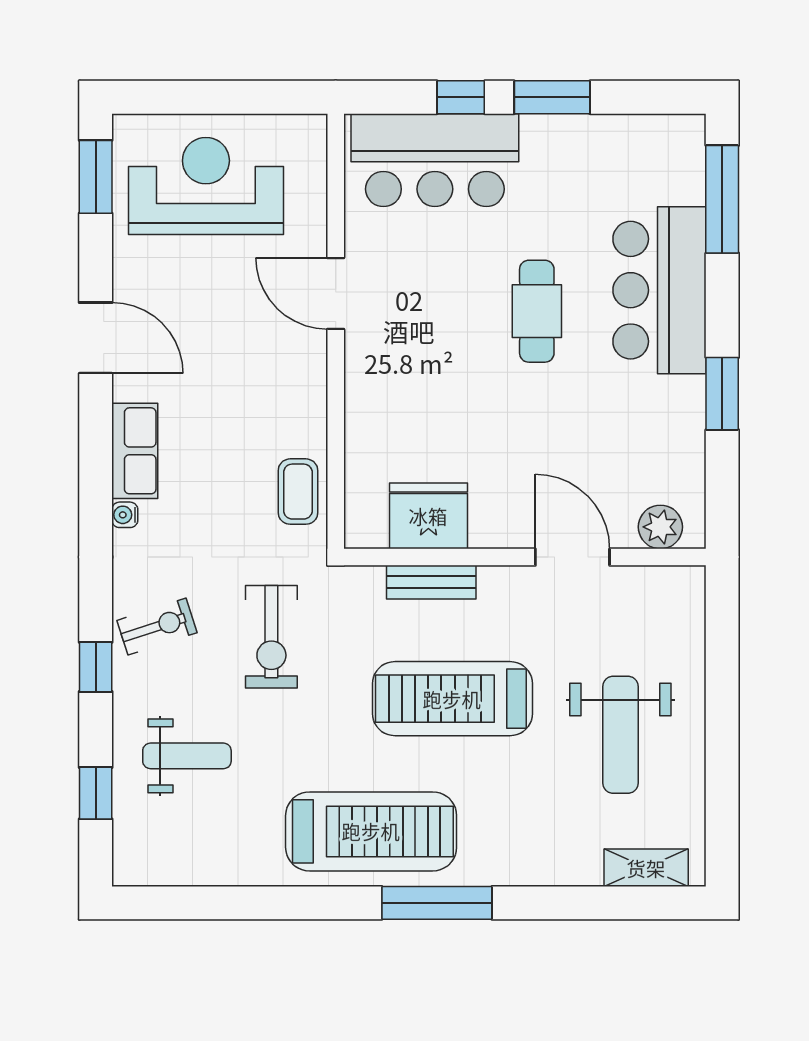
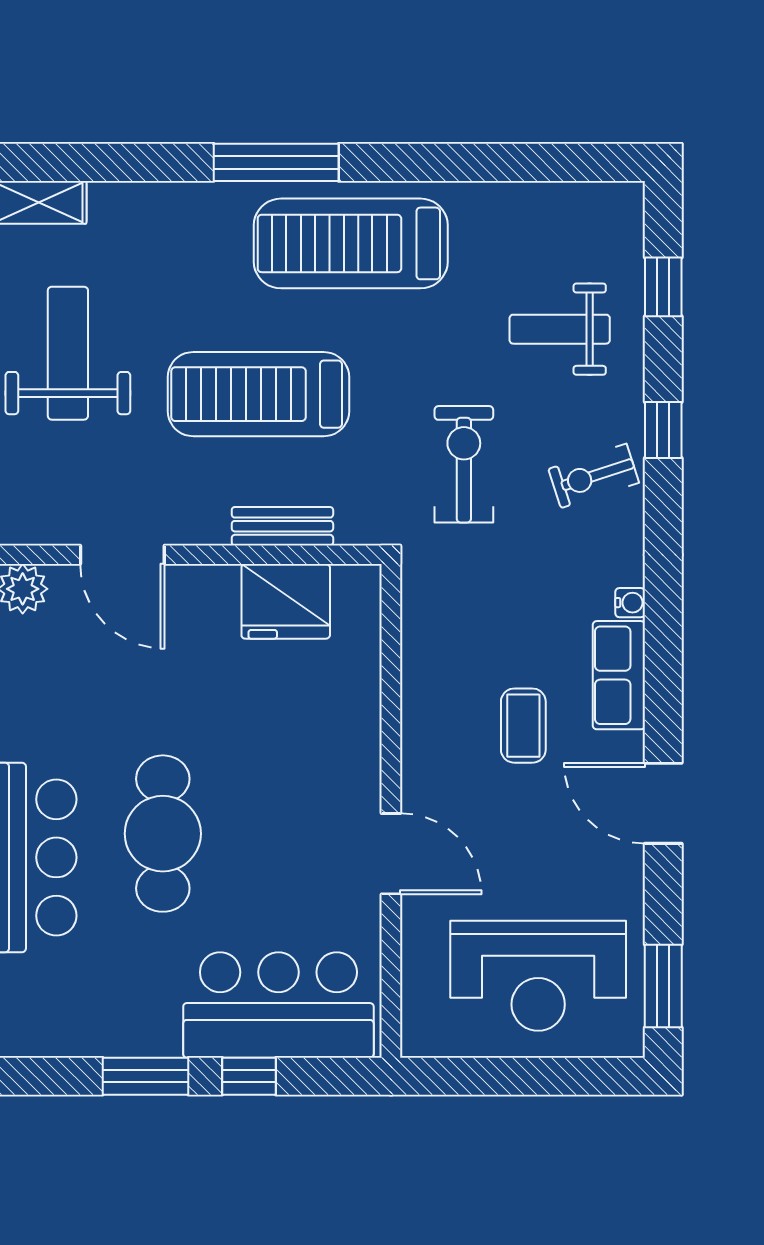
cafe table: (537, 311) -> (163, 834), width x1.37, depth x1.35
coffee table: (298, 492) -> (523, 726), moved
treadmill: (452, 699) -> (258, 394), turned 180

